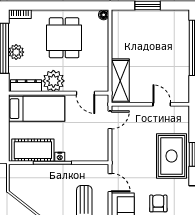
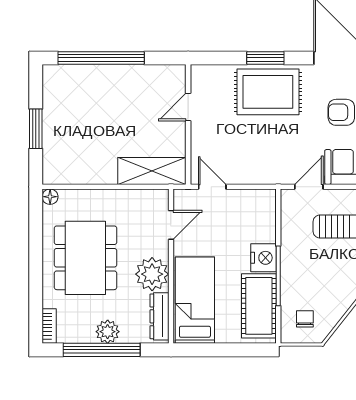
dining table: (64, 38) -> (85, 258), width x1.38
nightstand: (60, 157) -> (263, 258), width x1.89, depth x1.79
chair: (25, 180) -> (305, 319), added

